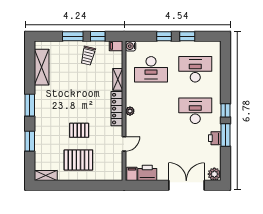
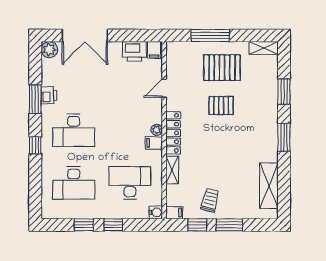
filing cabinet: (132, 101) -> (154, 143), added
window: (225, 110) -> (35, 145), moved
window: (88, 185) -> (210, 35), added

